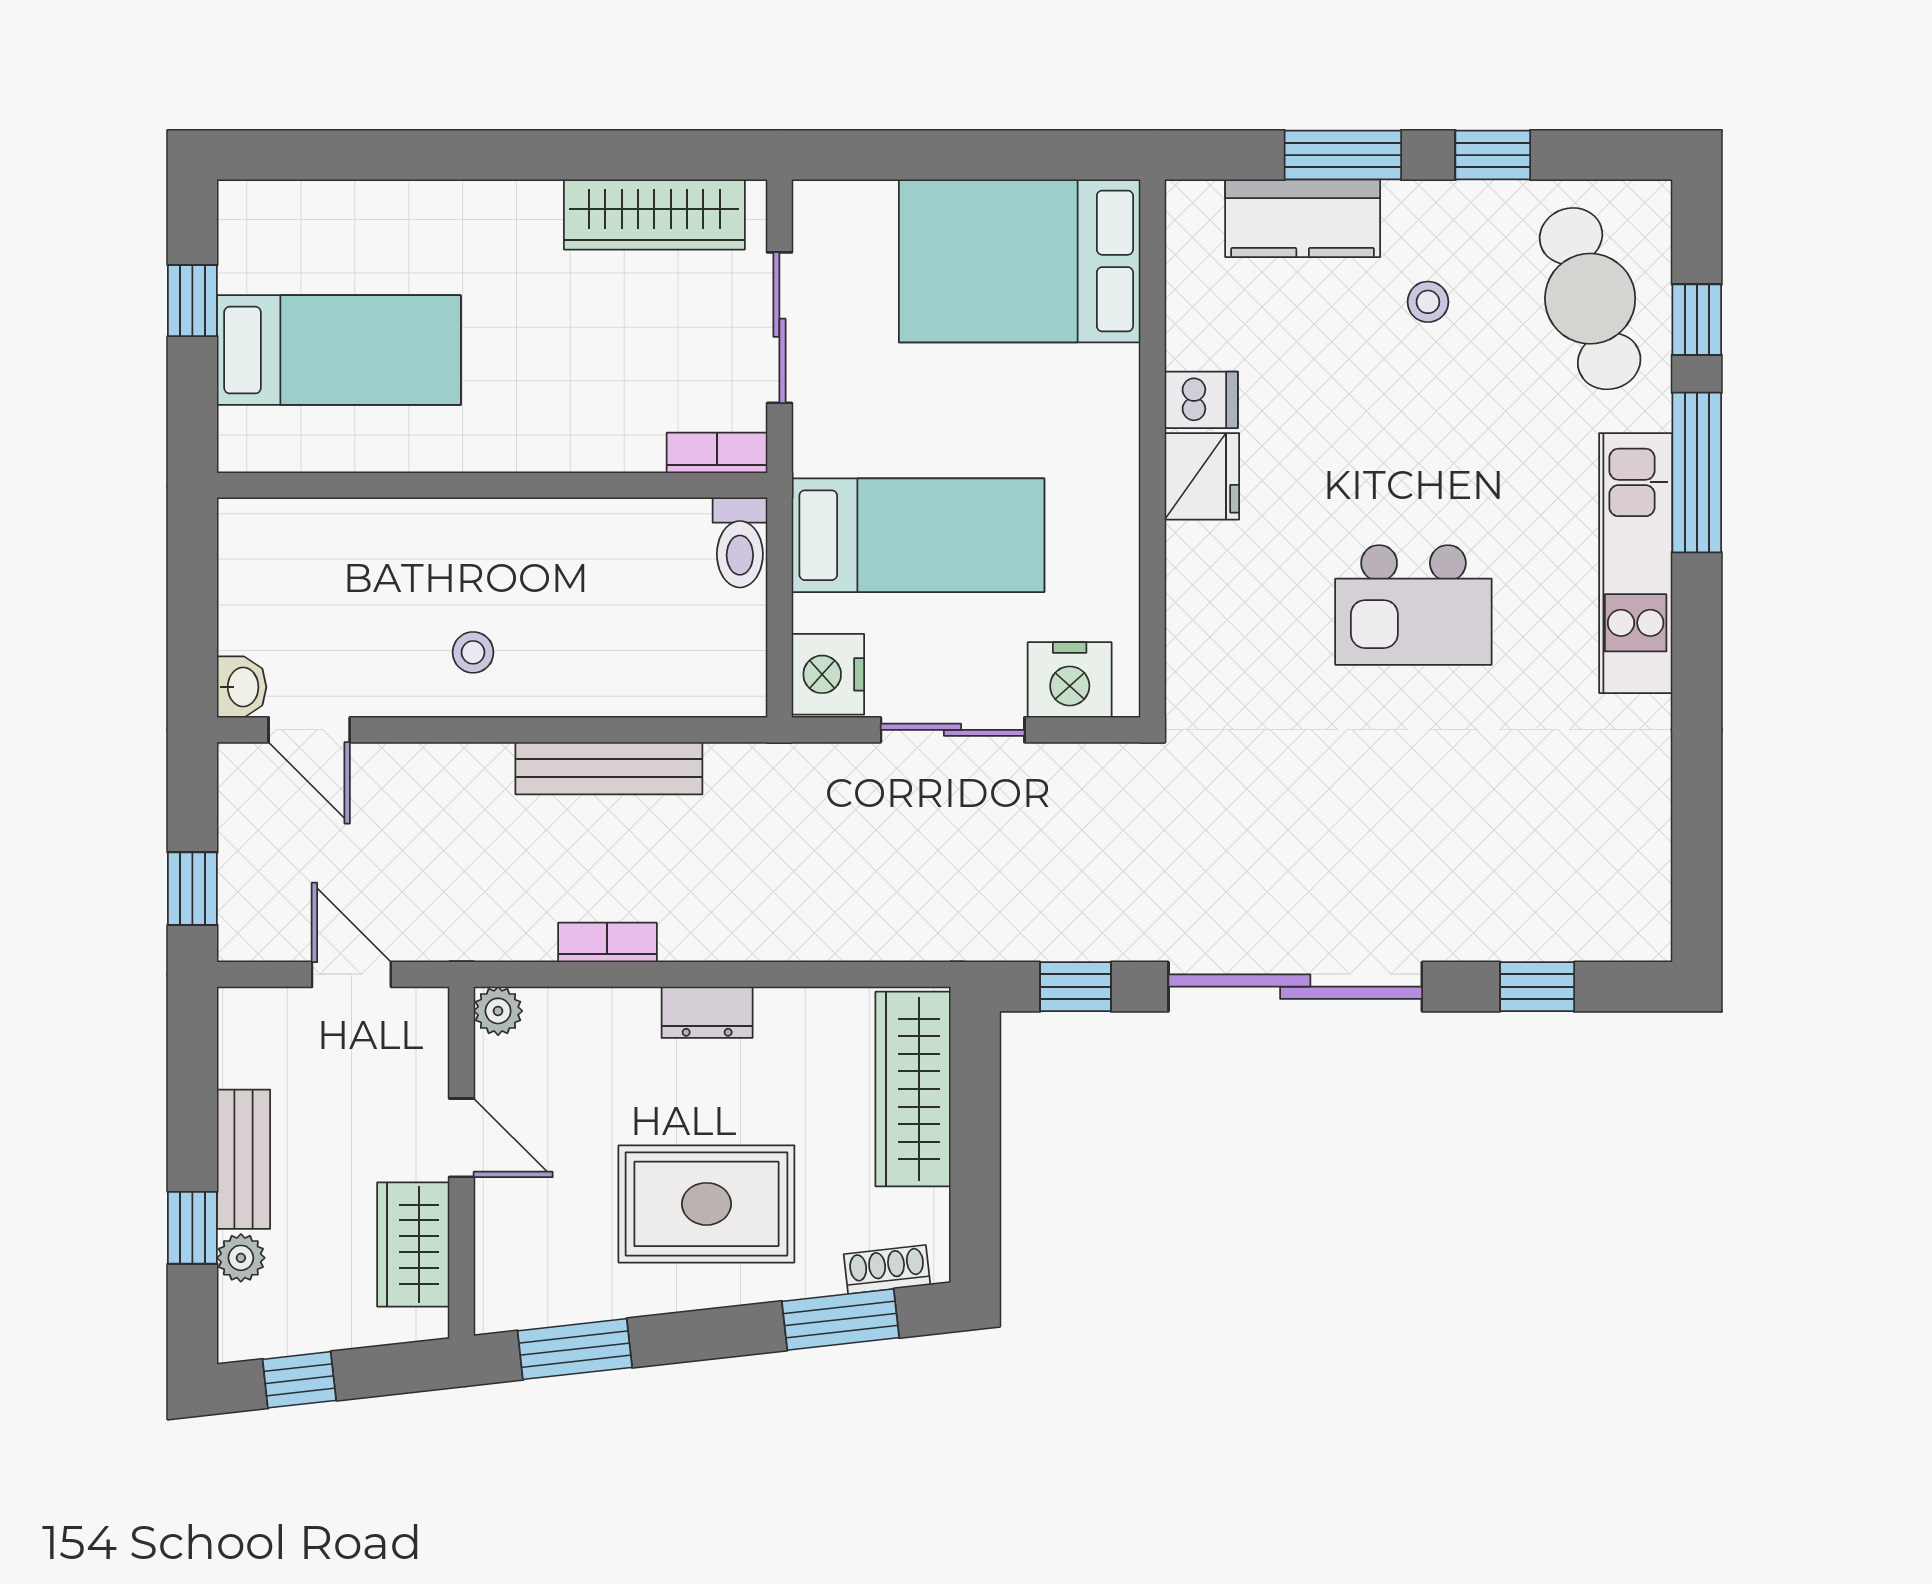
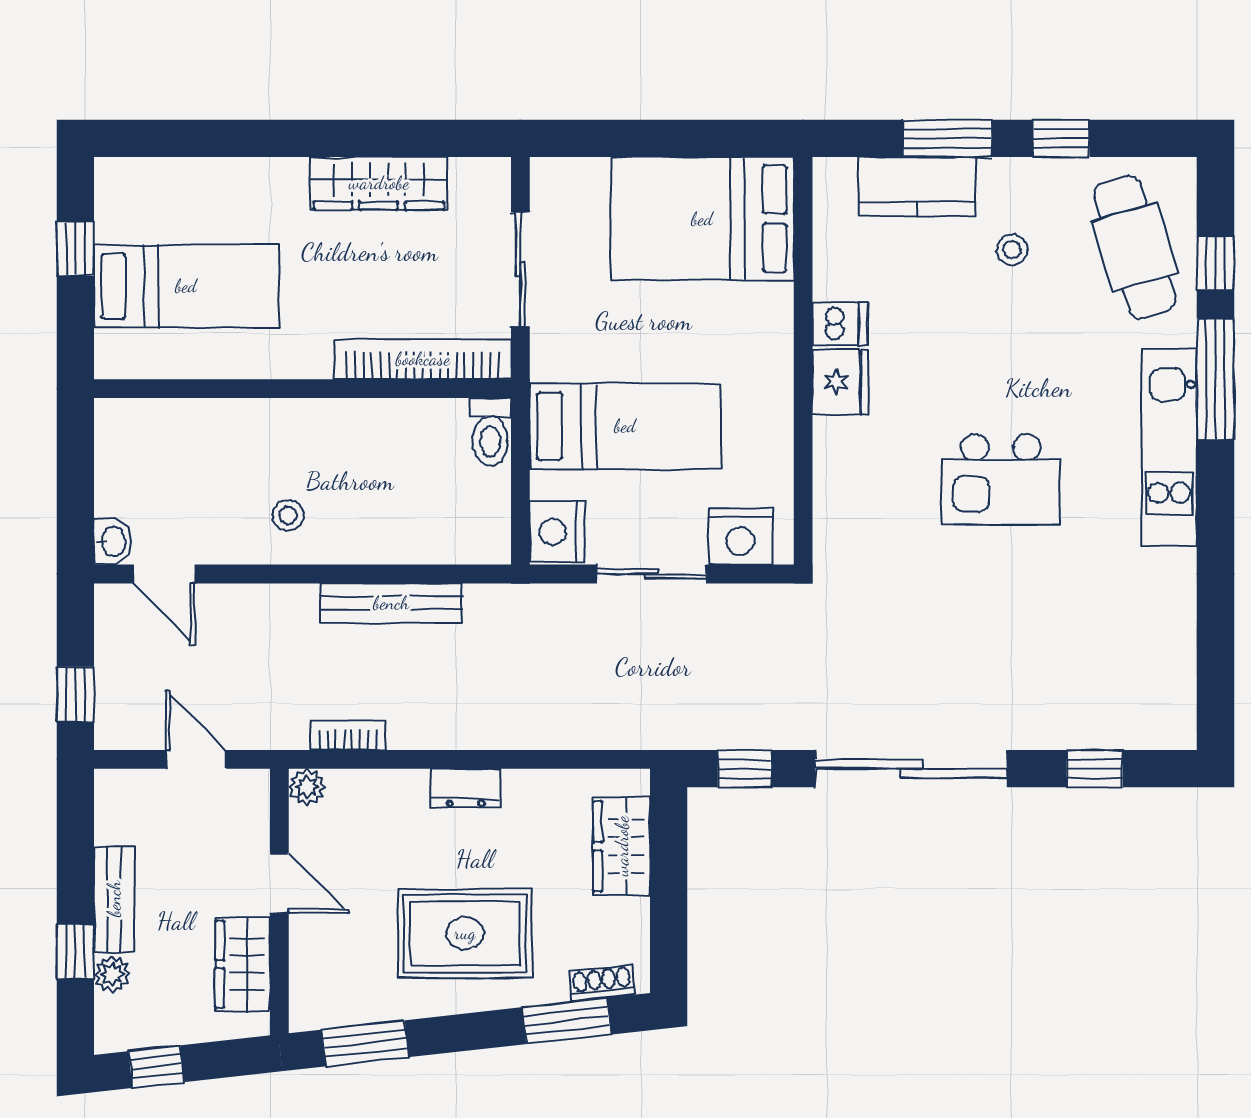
wardrobe: (654, 215) -> (379, 183), moved
bookcase: (717, 453) -> (423, 359), width x2.31, depth x1.31
bookcase: (607, 942) -> (348, 735), moved
wardrobe: (913, 1089) -> (622, 846), width x0.67

